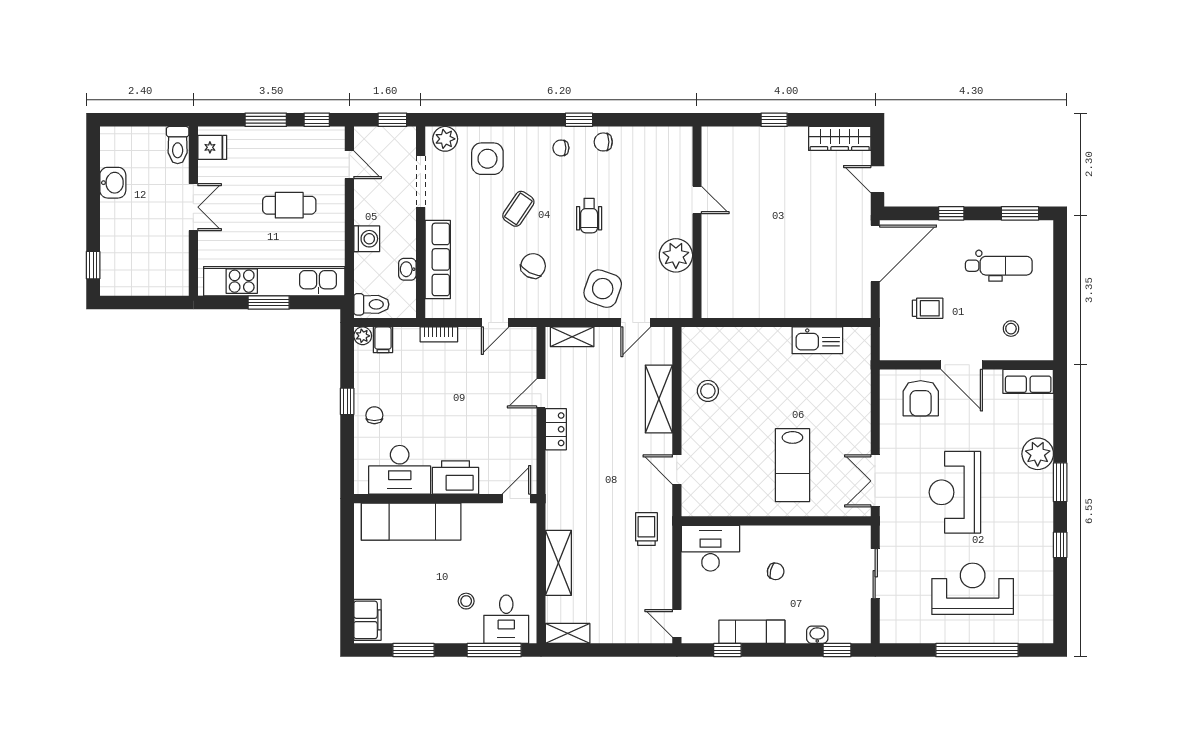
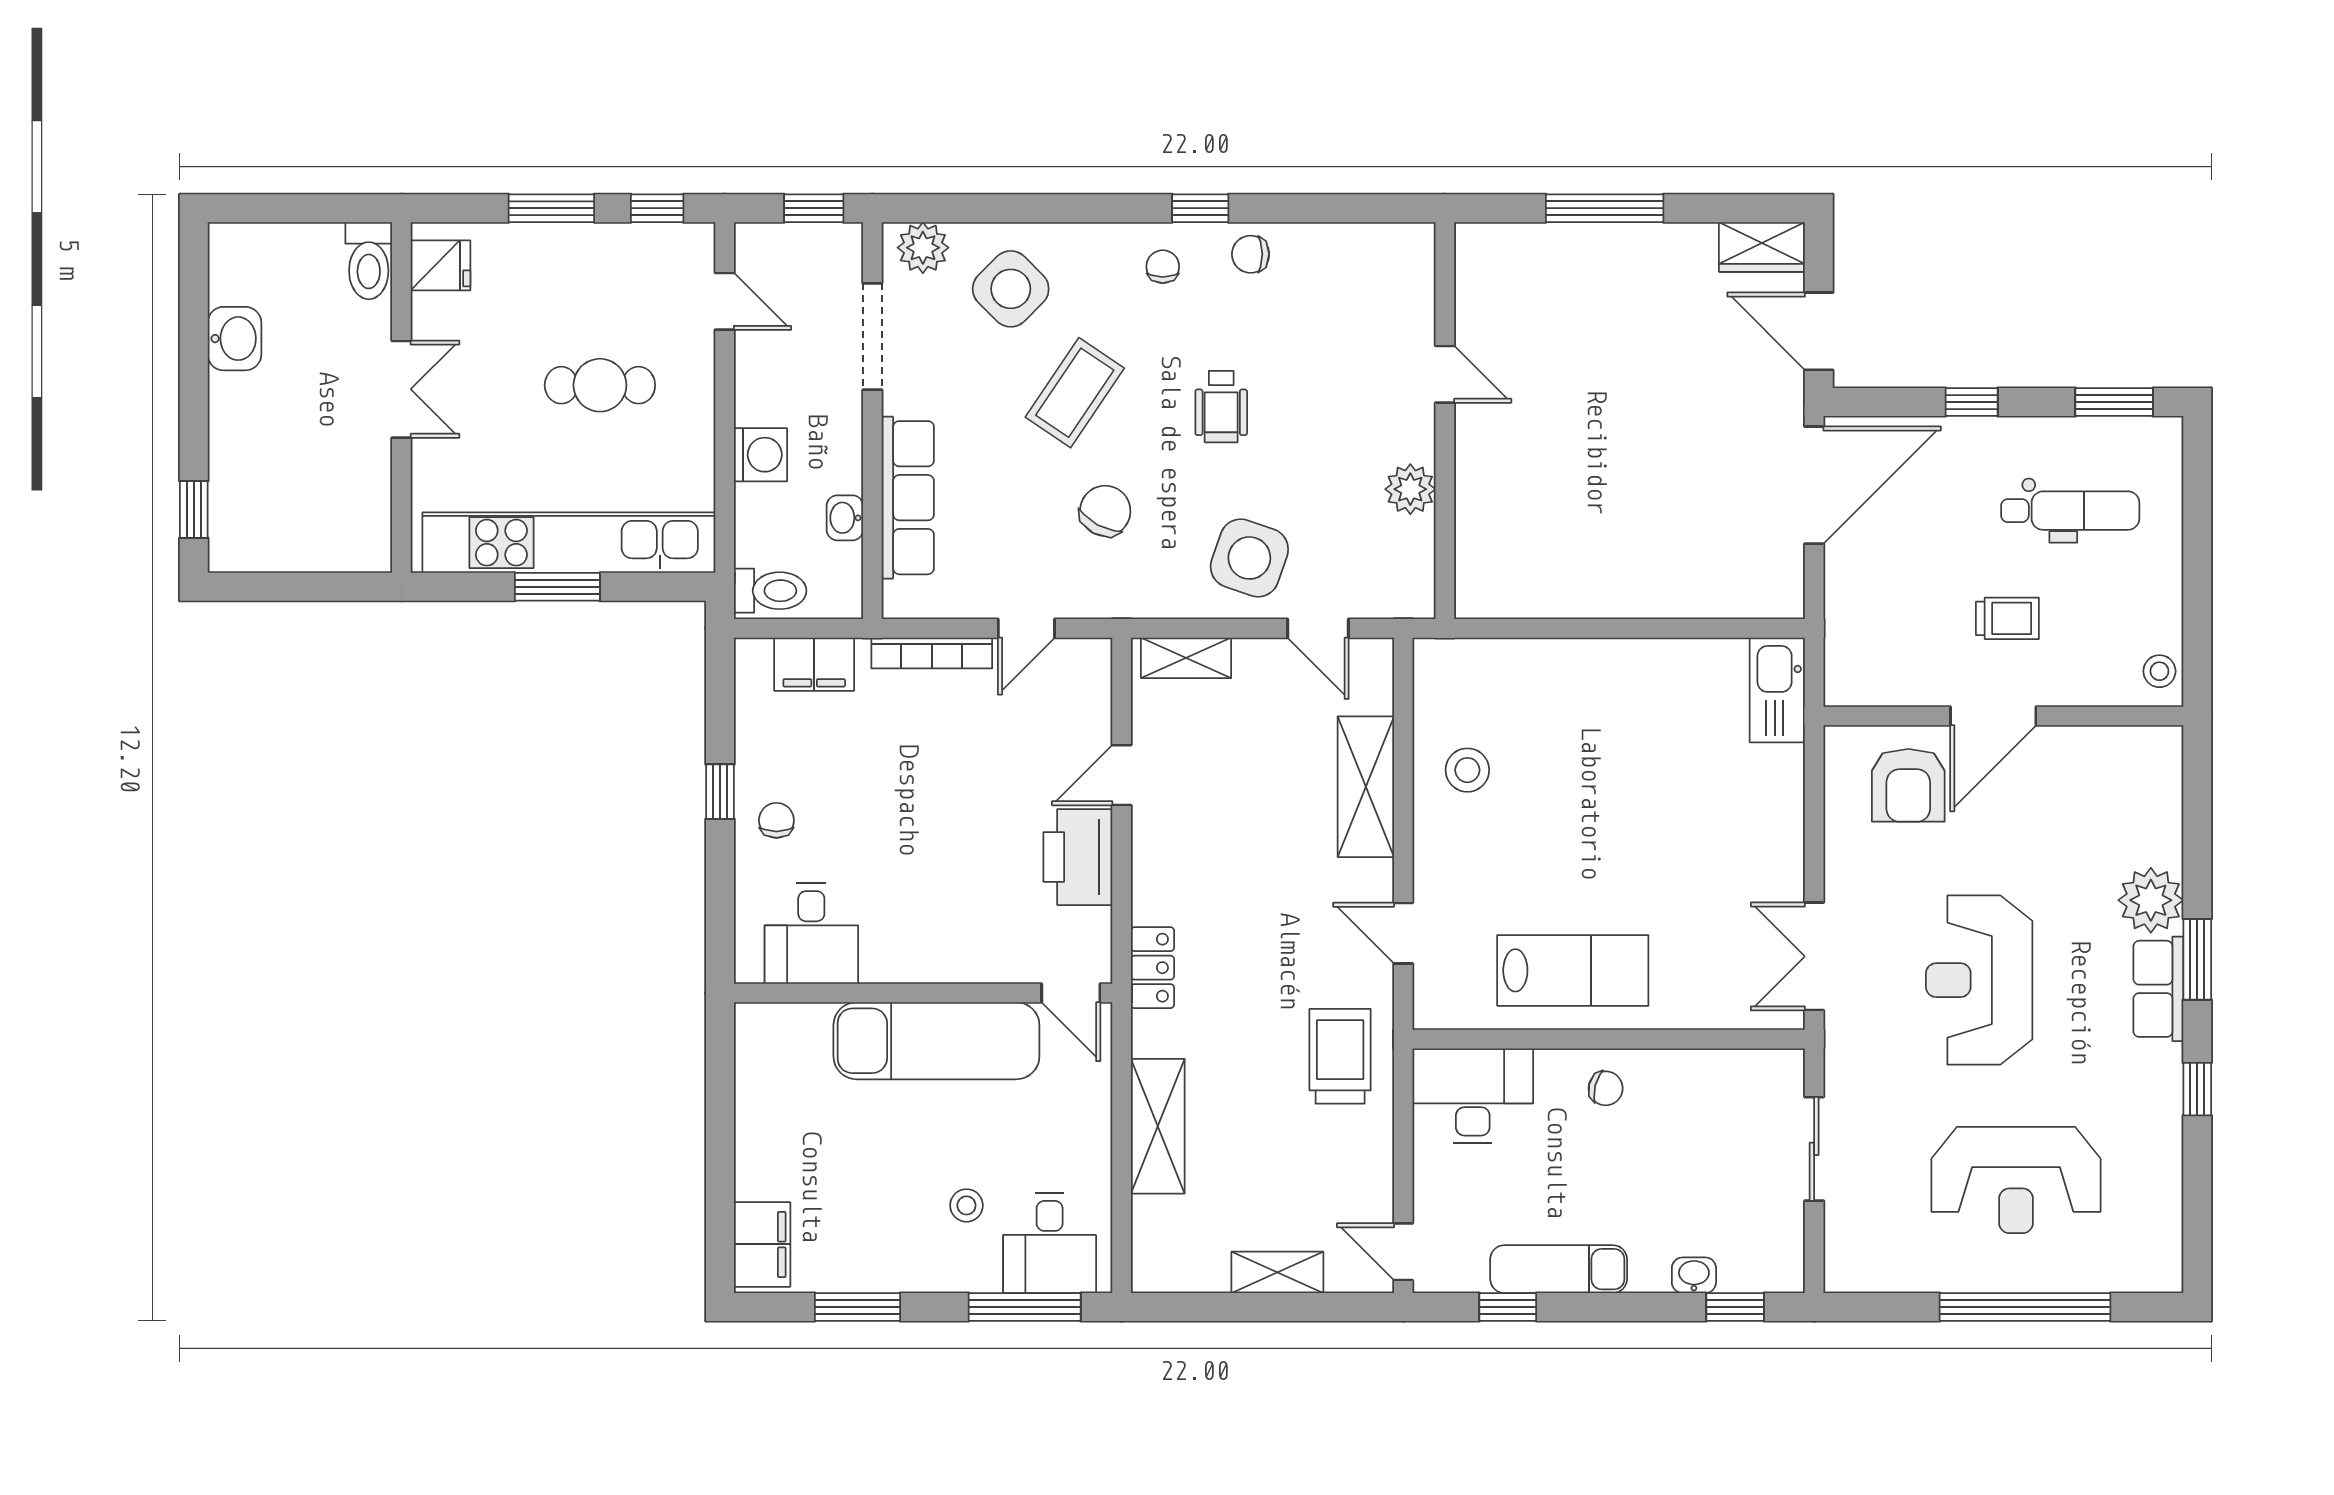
window: (774, 120) -> (1605, 208), width x2.17
wardrobe: (840, 138) -> (1762, 247), width x0.67
chair: (561, 148) -> (1163, 267), turned 90
side table: (487, 159) -> (1011, 289), turned 45
door: (877, 179) -> (1819, 331), width x1.38
coffee table: (518, 209) -> (1075, 393), width x1.36, depth x1.30
plant: (676, 255) -> (1410, 489), width x0.73, depth x0.73
trolley: (928, 308) -> (2007, 618), moved
door: (636, 323) -> (1318, 628), hinge flipped
stool: (1011, 329) -> (2159, 671), moved
bookcase: (439, 334) -> (932, 653), width x1.56
plant: (363, 336) -> (752, 656), removed
filing cabinet: (383, 340) -> (814, 664), width x2.00
kitchen sink: (817, 340) -> (1777, 690), moved, turned 90
door: (962, 365) -> (1993, 716), hinge flipped
row of seats: (1028, 381) -> (2158, 989), moved, turned 90
locker: (556, 429) -> (1152, 968), moved
lab bench: (792, 465) -> (1573, 970), moved, turned -90
desk: (400, 470) -> (811, 933), width x0.73
printer: (456, 477) -> (1078, 857), moved, turned -90
door: (516, 499) -> (1071, 993), swing flipped
exam couch: (411, 522) -> (936, 1041), moved
trolley: (646, 529) -> (1340, 1056), width x1.36, depth x1.39
chair: (776, 571) -> (1606, 1088), moved
reception desk: (973, 589) -> (2016, 1180), turned 180
shelving: (568, 633) -> (1277, 1272), moved

